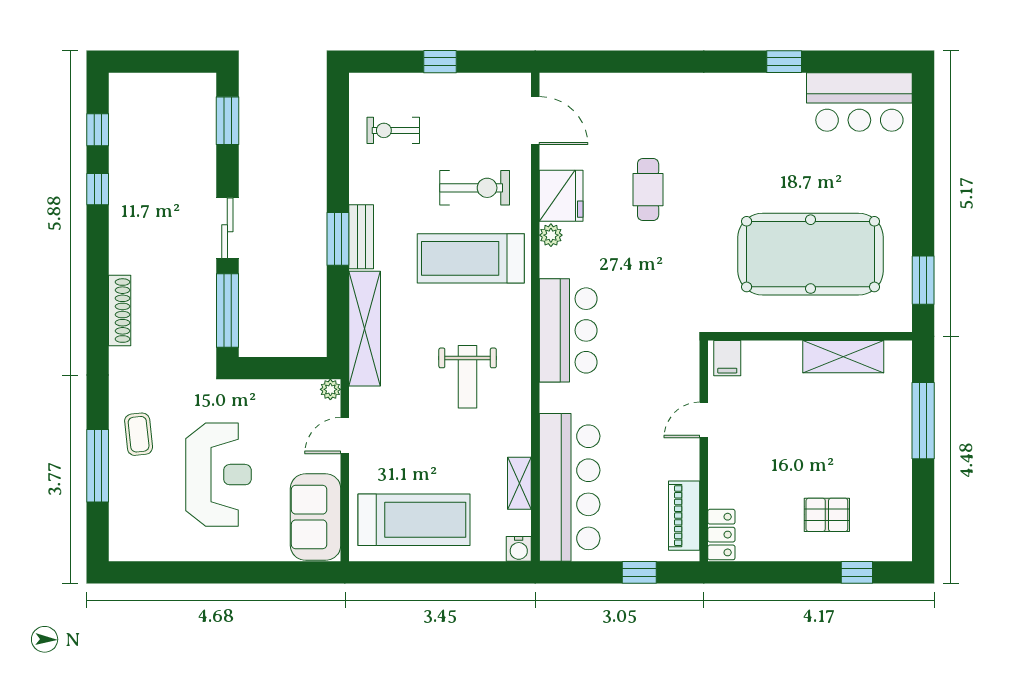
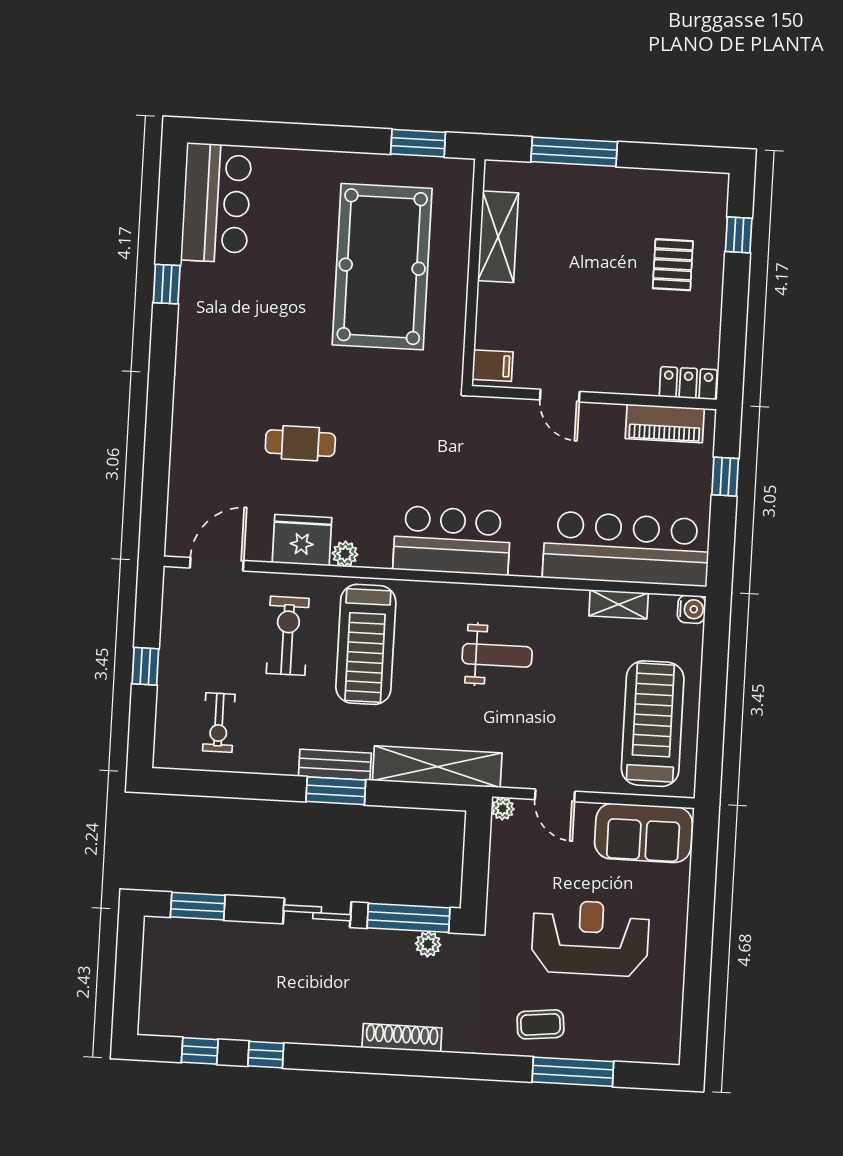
plant: (205, 329) -> (428, 944), added

